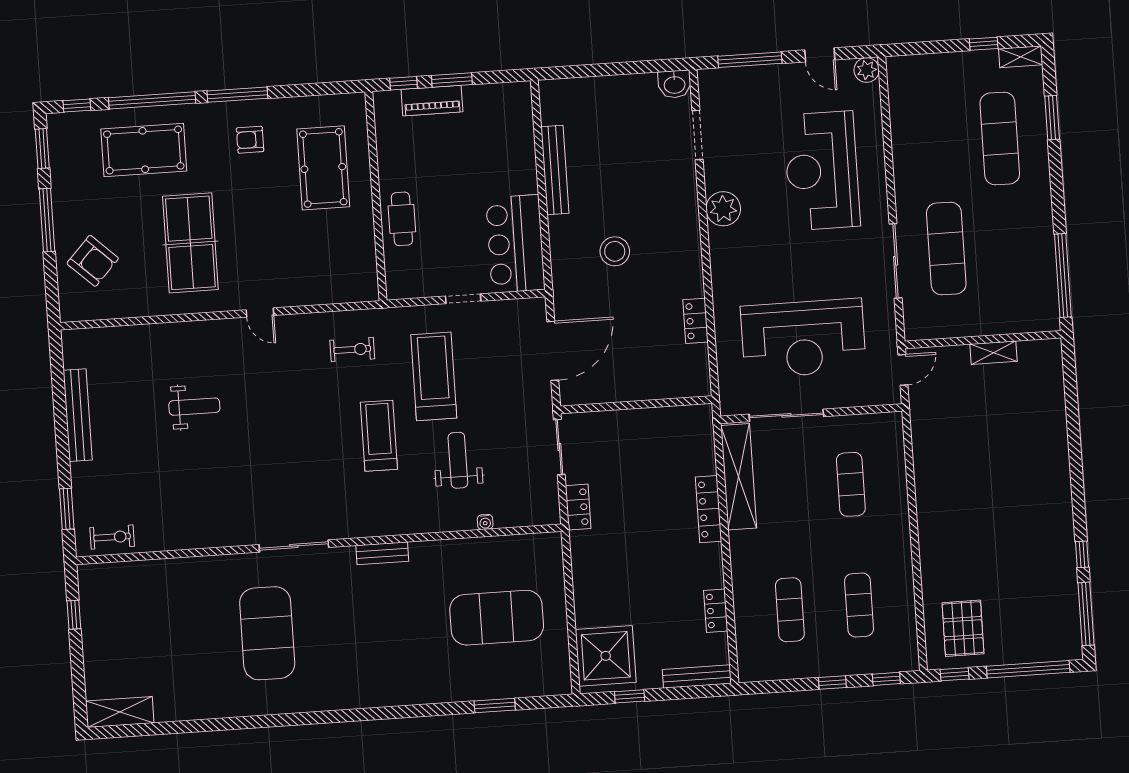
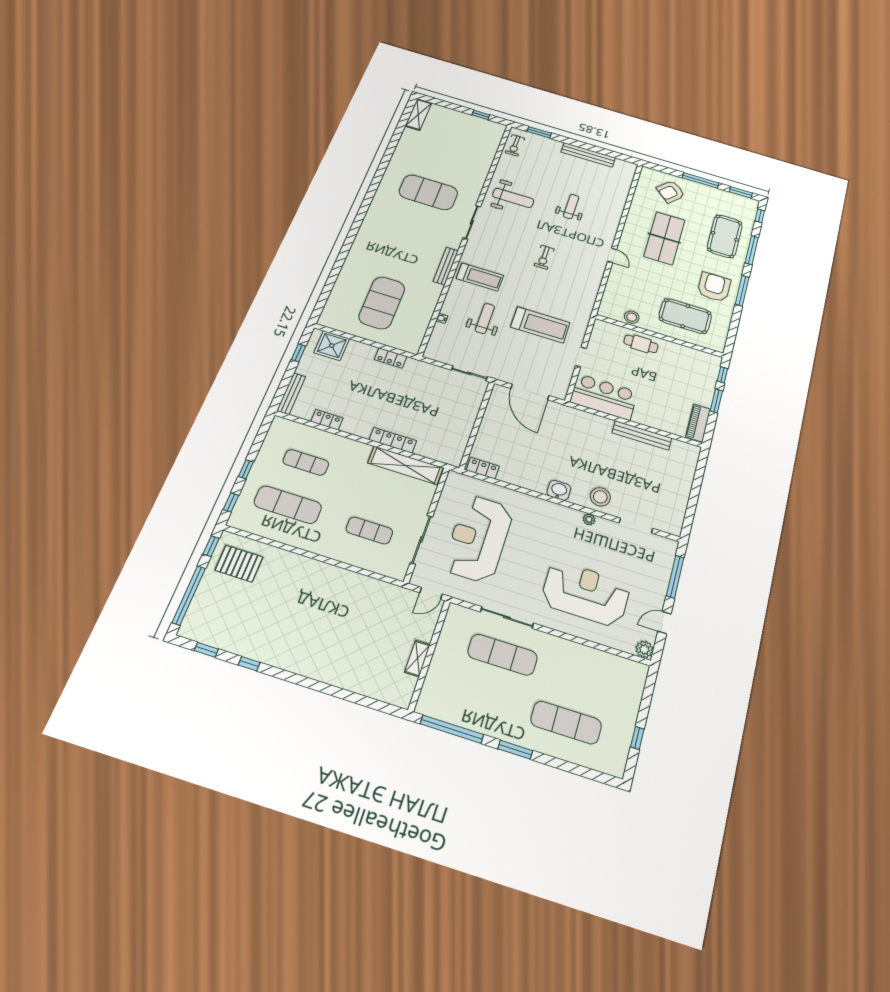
shelving: (1021, 57) -> (620, 761), removed
washbasin: (674, 84) -> (559, 490), moved, turned 90
window: (152, 100) -> (752, 250), width x0.68
piano: (432, 101) -> (698, 423), moved
window: (1052, 118) -> (515, 750), moved
armchair: (250, 140) -> (714, 287), width x1.88, depth x1.88
plant: (723, 209) -> (589, 519), width x0.53, depth x0.53
table tennis table: (190, 243) -> (664, 238), turned 90
stool: (361, 247) -> (632, 317), added
stool: (615, 251) -> (600, 497), moved
door: (260, 313) -> (612, 255), swing flipped
locker: (696, 321) -> (483, 468), moved
exercise bike: (352, 350) -> (544, 257), moved
door: (903, 370) -> (431, 593), hinge flipped
weight bench: (194, 407) -> (571, 206), turned 180
sliding door: (786, 415) -> (421, 540), moved
treadmill: (379, 436) -> (480, 277), moved
weight bench: (458, 460) -> (485, 318), turned -90
weight bench: (219, 501) -> (513, 198), added
locker: (578, 507) -> (391, 358), moved
bench: (382, 553) -> (446, 266), width x1.36
exercise mat: (859, 605) -> (288, 505), width x1.36, depth x1.45
window: (1086, 614) -> (206, 650), width x0.46
shower: (606, 656) -> (332, 346), width x0.73, depth x0.73
window: (495, 706) -> (330, 282), removed

